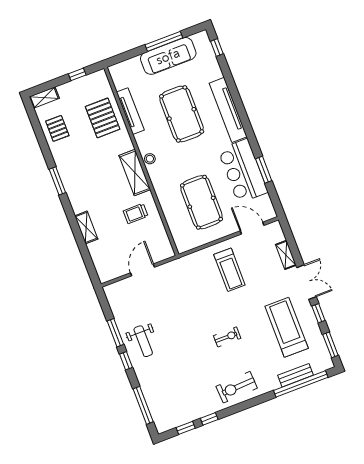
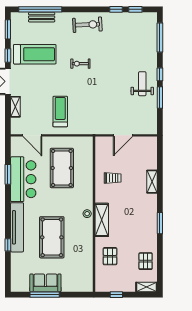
window: (217, 48) -> (8, 245), moved
sofa: (168, 56) -> (45, 283), width x0.73
tv unit: (130, 111) -> (88, 253), removed
pallet: (103, 118) -> (110, 256), width x0.67, depth x0.71
shelving: (135, 173) -> (102, 220), moved
treadmill: (287, 327) -> (35, 54), turned -90

